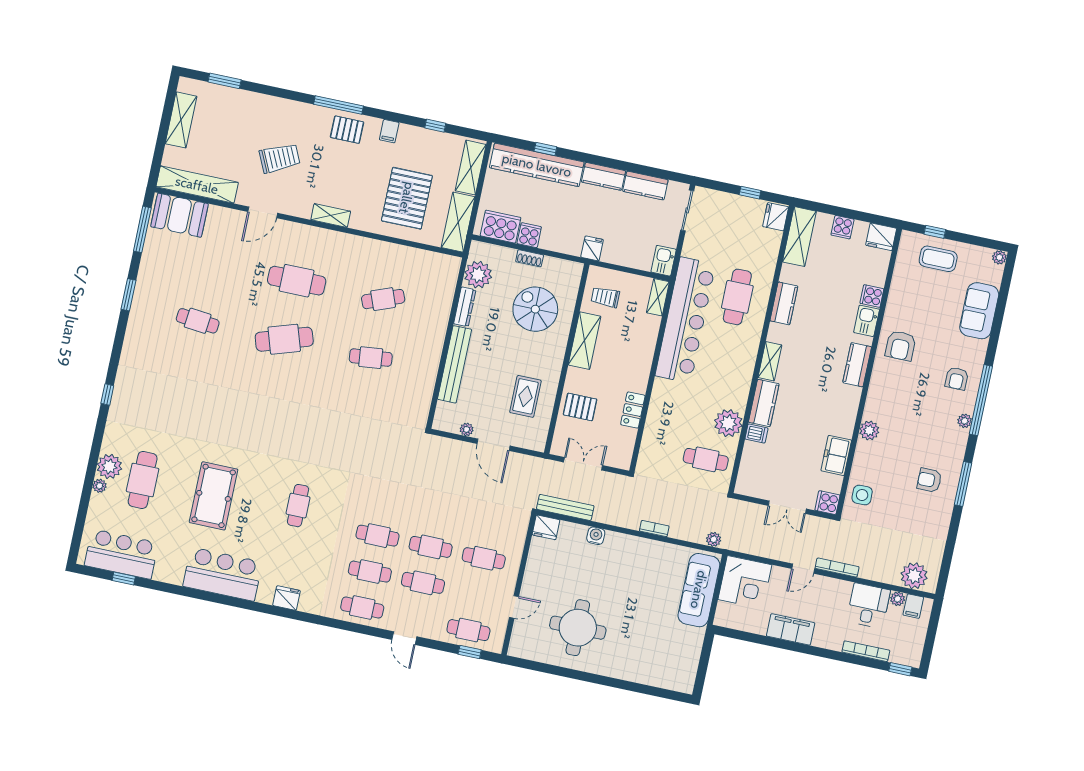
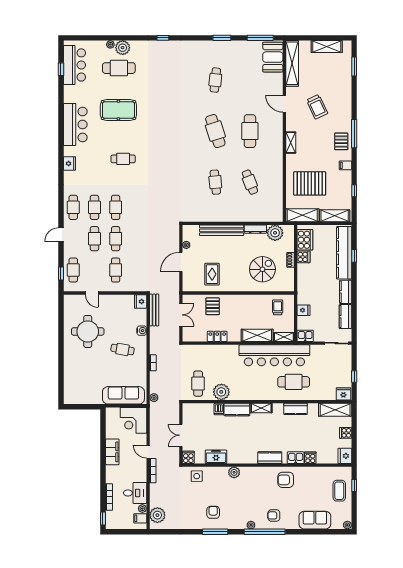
fridge: (592, 248) -> (304, 310), moved
shelving: (585, 341) -> (257, 335), moved
rug: (525, 396) -> (212, 274), turned 90
cafe table: (621, 575) -> (123, 349), added

